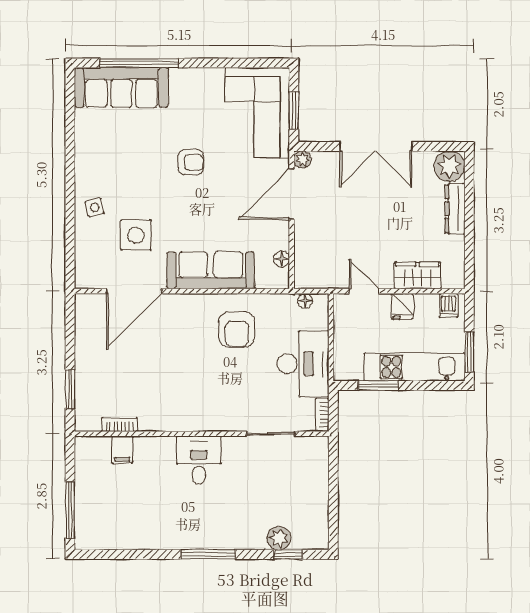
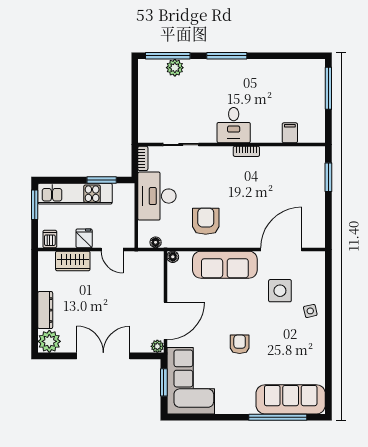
armchair: (191, 162) -> (240, 344), turned 90
floor lamp: (282, 259) -> (173, 257), moved
bookcase: (120, 424) -> (246, 151), moved
window: (288, 554) -> (168, 56), width x2.17

